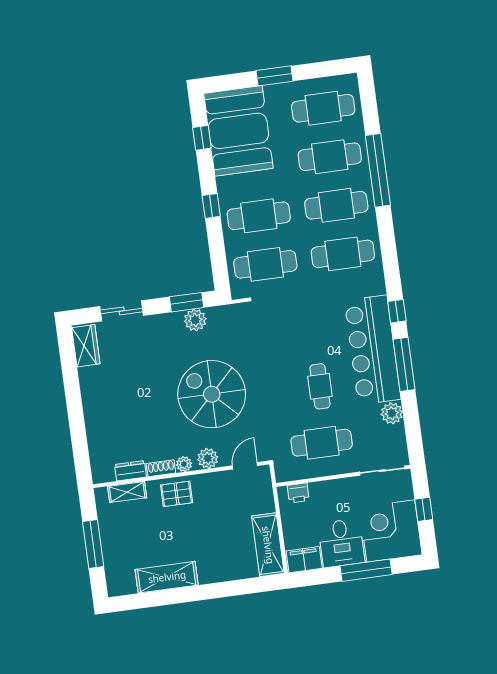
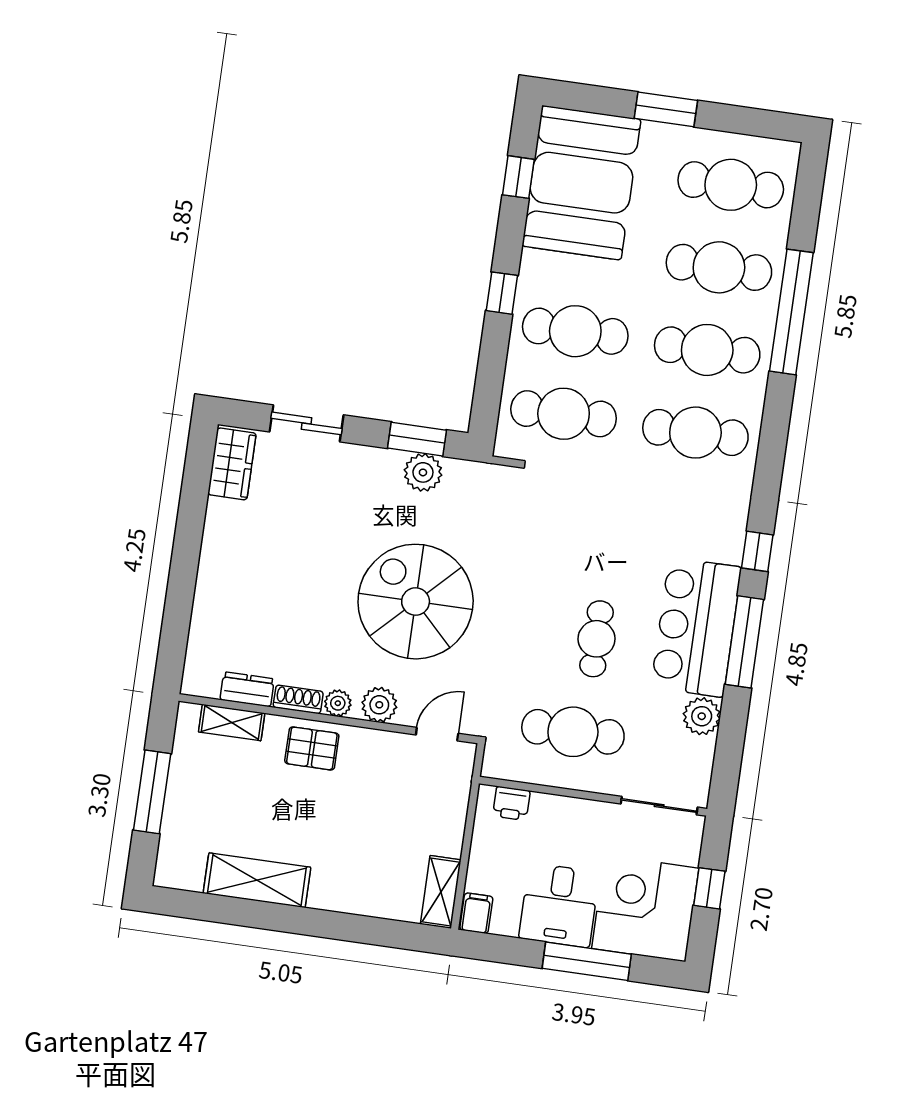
bar counter: (373, 350) -> (696, 627), width x0.73
shelving: (268, 545) -> (441, 892), width x0.67, depth x0.75
filing cabinet: (304, 560) -> (476, 913), width x0.50

